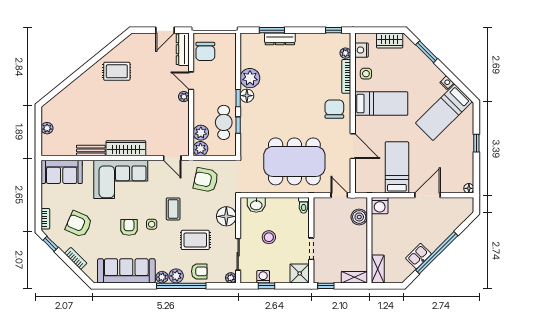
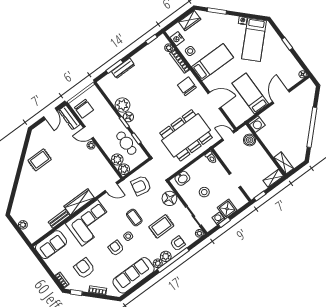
armchair: (79, 224) -> (84, 268), turned 67
kitchen sink: (418, 256) -> (302, 137), removed
shower: (300, 273) -> (227, 209), moved

